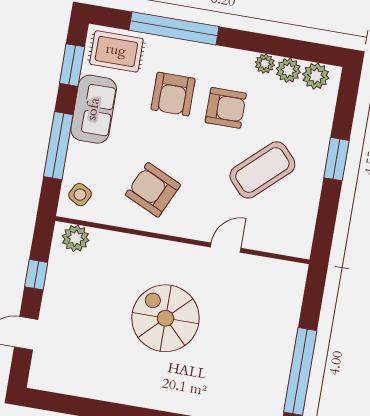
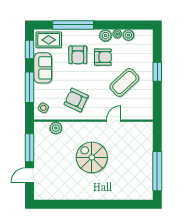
plant: (316, 76) -> (105, 36), moved
plant: (76, 238) -> (56, 128), moved
window: (36, 275) -> (30, 148), width x2.17

